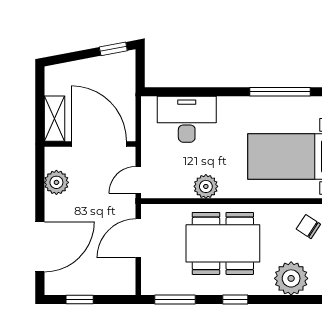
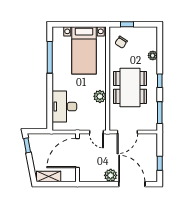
shelving: (54, 119) -> (49, 176), moved
plant: (56, 182) -> (111, 175), moved
door: (138, 238) -> (127, 132), hinge flipped
plant: (291, 278) -> (153, 55), width x0.53, depth x0.53

